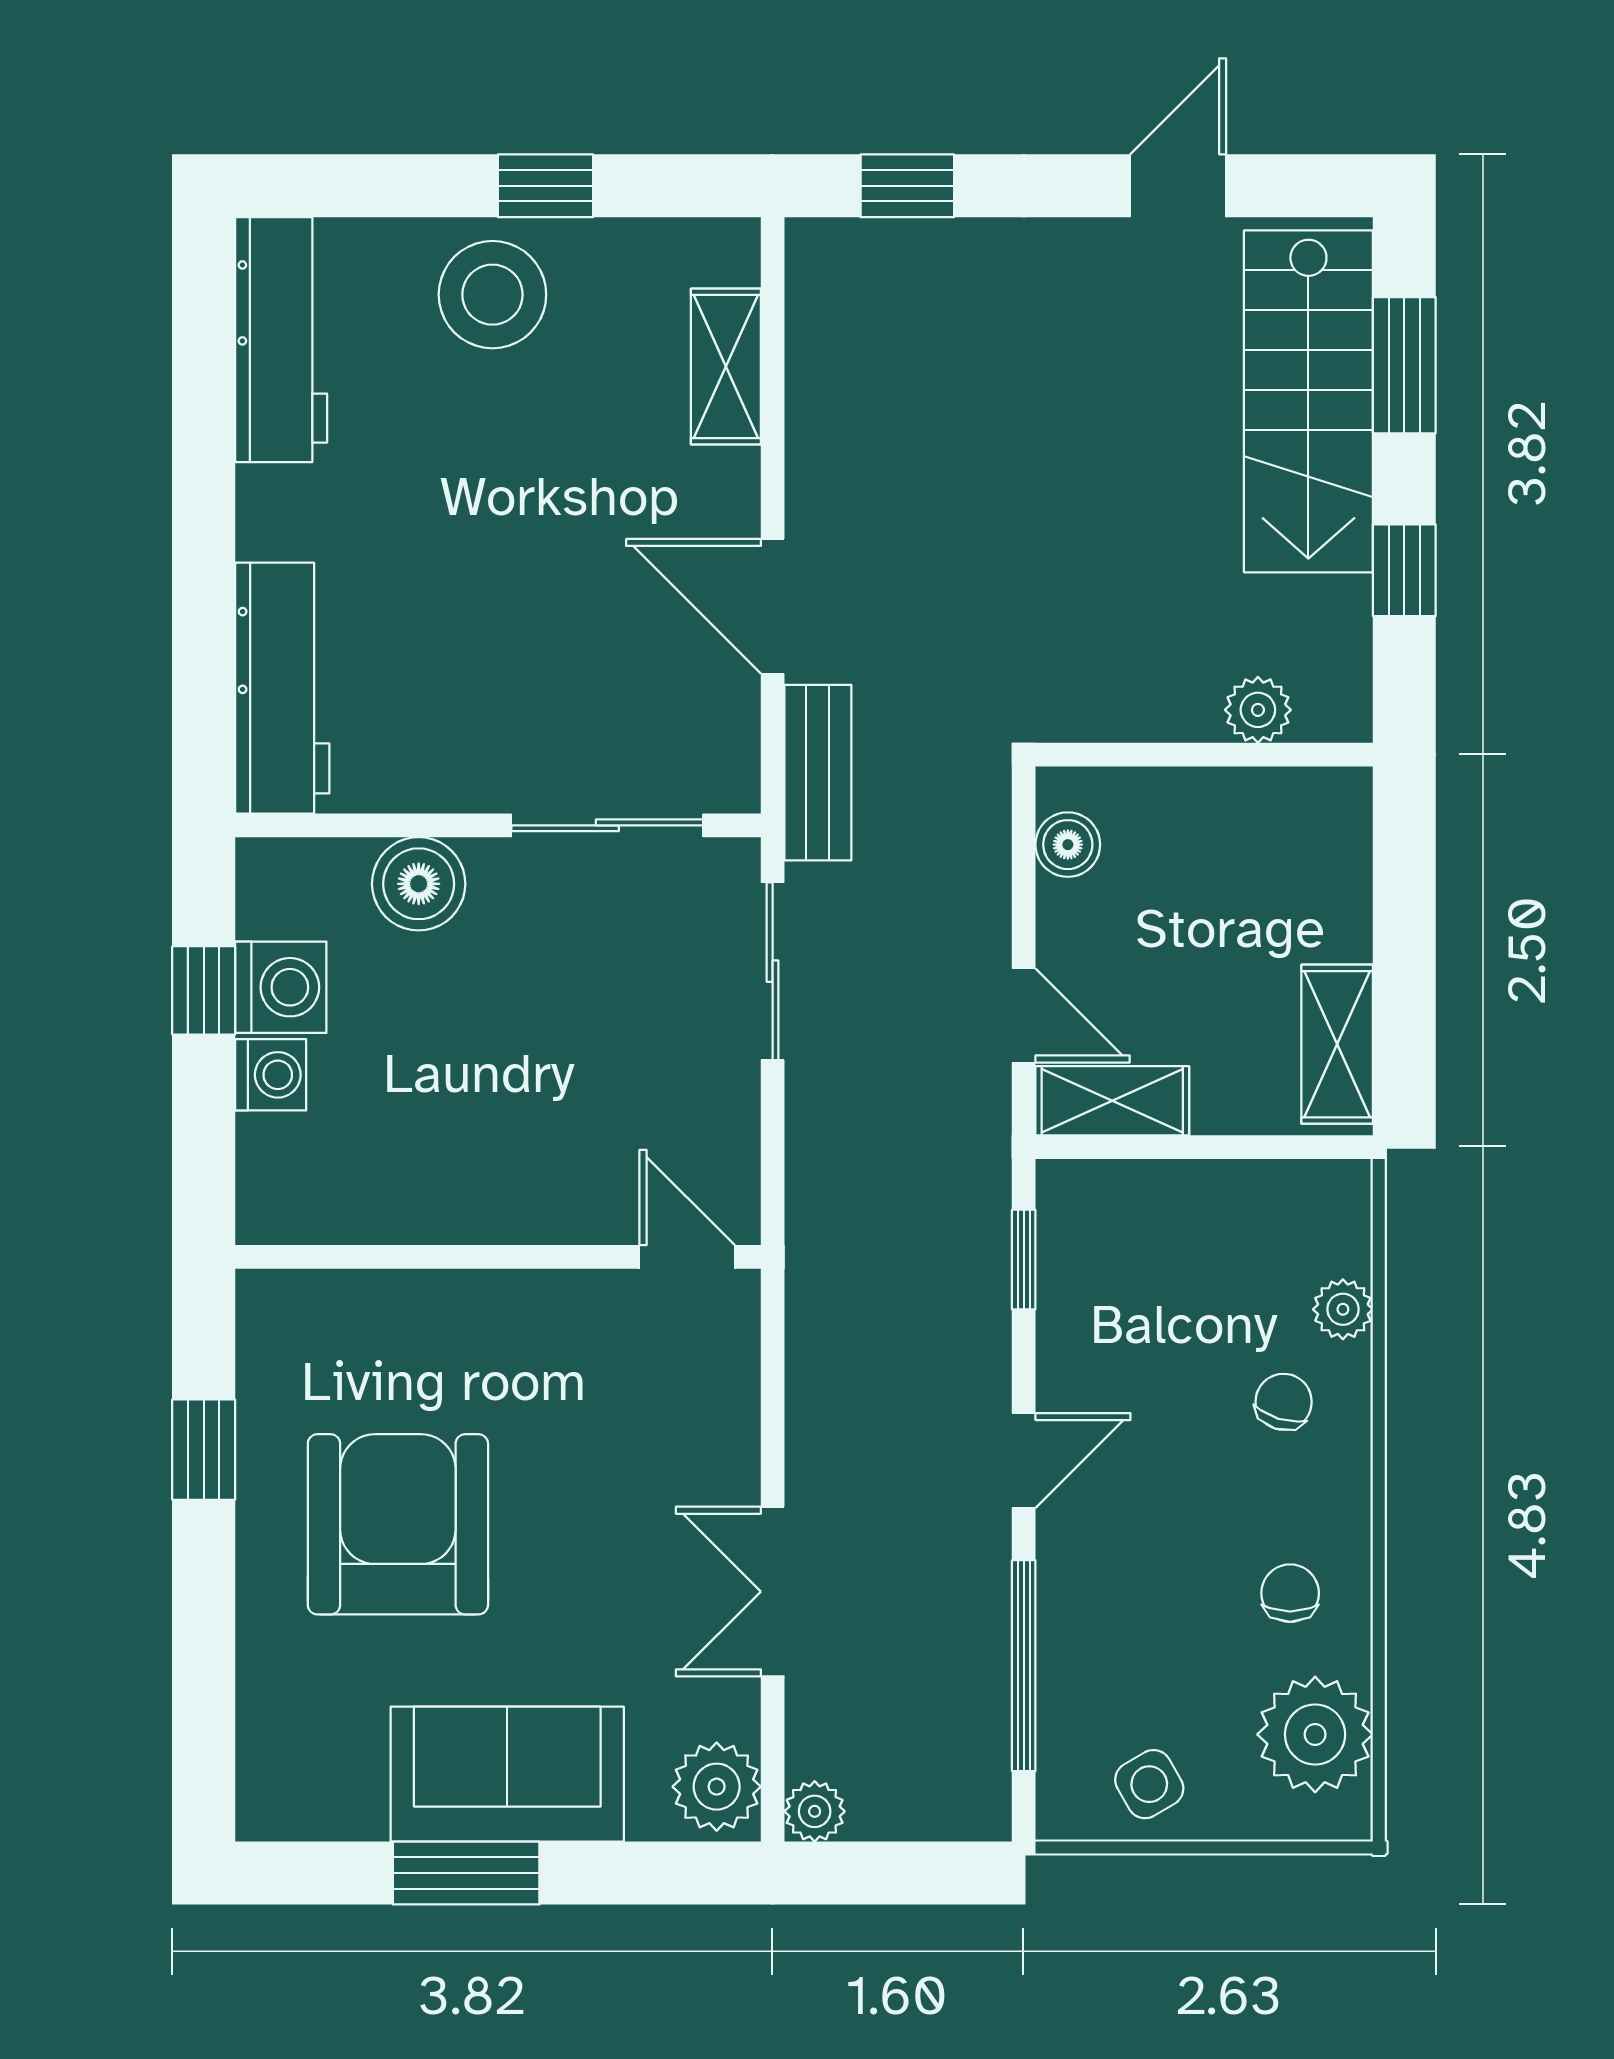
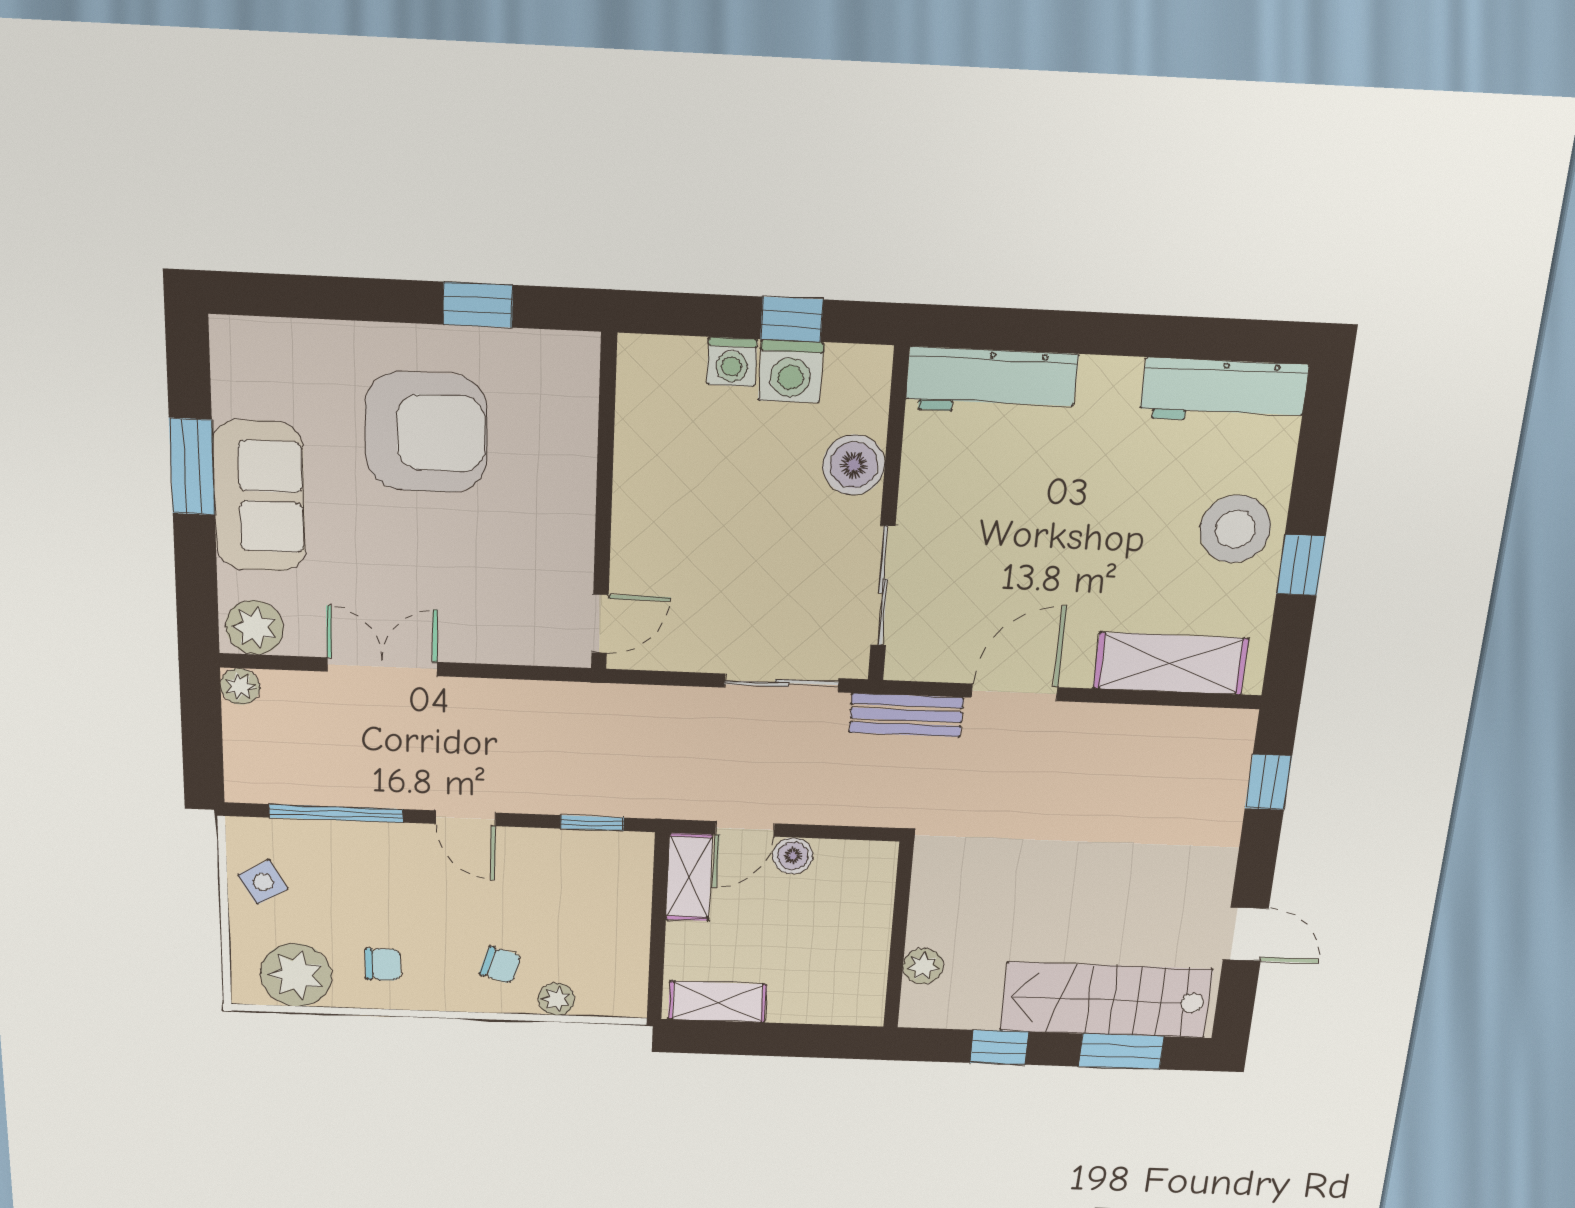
shelving: (726, 366) -> (1171, 663), width x1.50, depth x1.33
boiler: (1068, 845) -> (793, 856), moved

